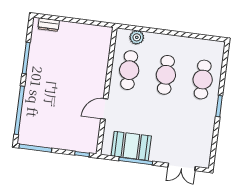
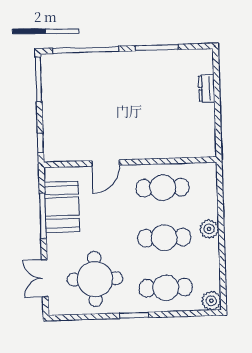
dresser: (49, 25) -> (207, 88), moved
plant: (137, 37) -> (209, 229), moved
plant: (217, 48) -> (211, 301), added
door: (104, 109) -> (106, 163), swing flipped
round table: (188, 130) -> (95, 279), added

